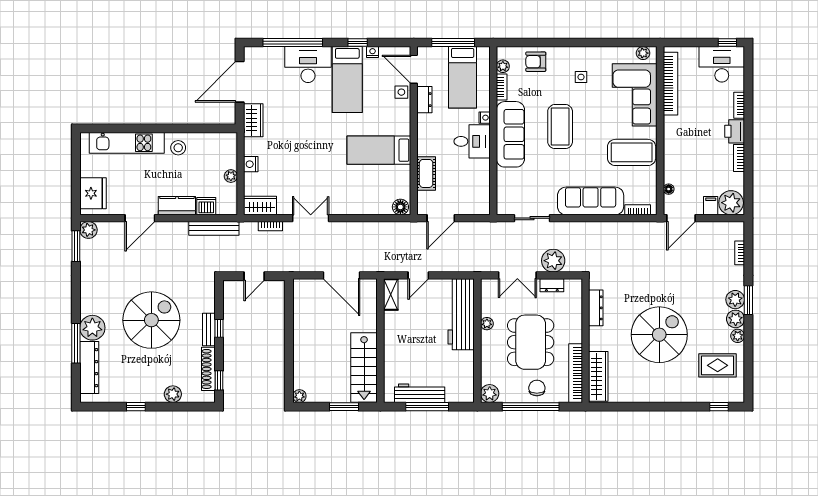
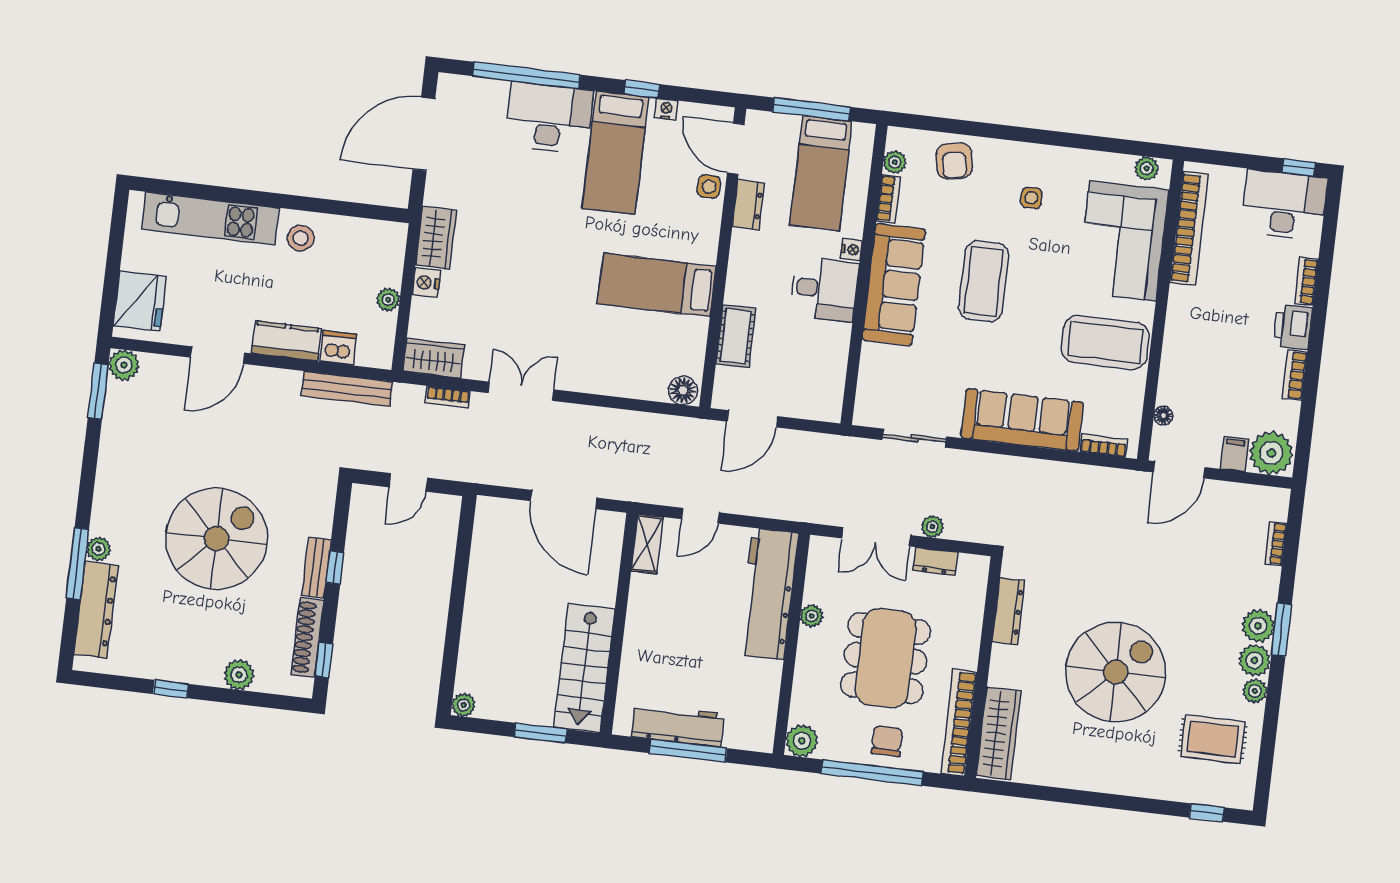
armchair: (536, 62) -> (954, 161), turned -99
wardrobe: (253, 120) -> (436, 238), moved
plant: (553, 261) -> (932, 527), width x0.53, depth x0.53
plant: (92, 328) -> (98, 549), width x0.53, depth x0.53

